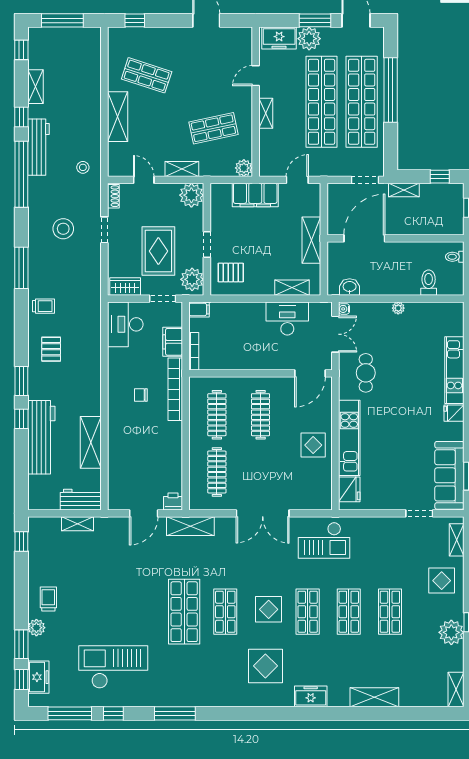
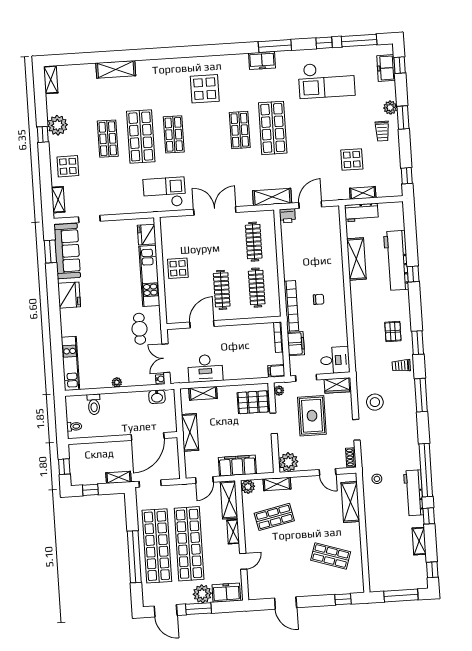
shelving: (118, 117) -> (350, 502), moved
shelving: (268, 153) -> (229, 500), added
shelving: (182, 169) -> (277, 484), moved
stool: (63, 229) -> (375, 402), moved
pallet: (231, 273) -> (253, 402), width x1.50, depth x1.42
plant: (192, 279) -> (279, 391), width x0.53, depth x0.53
desk: (125, 324) -> (335, 360), width x0.73
kitchen unit: (454, 370) -> (70, 363), moved
door: (310, 373) -> (202, 324), moved
window: (21, 381) -> (418, 343), moved
fridge: (454, 413) -> (69, 295), width x1.88, depth x1.34
display table: (269, 609) -> (352, 160), moved
shop shelf: (349, 612) -> (141, 136), width x1.43, depth x1.36
window: (21, 644) -> (403, 118), moved
freezer: (311, 696) -> (262, 60), moved

